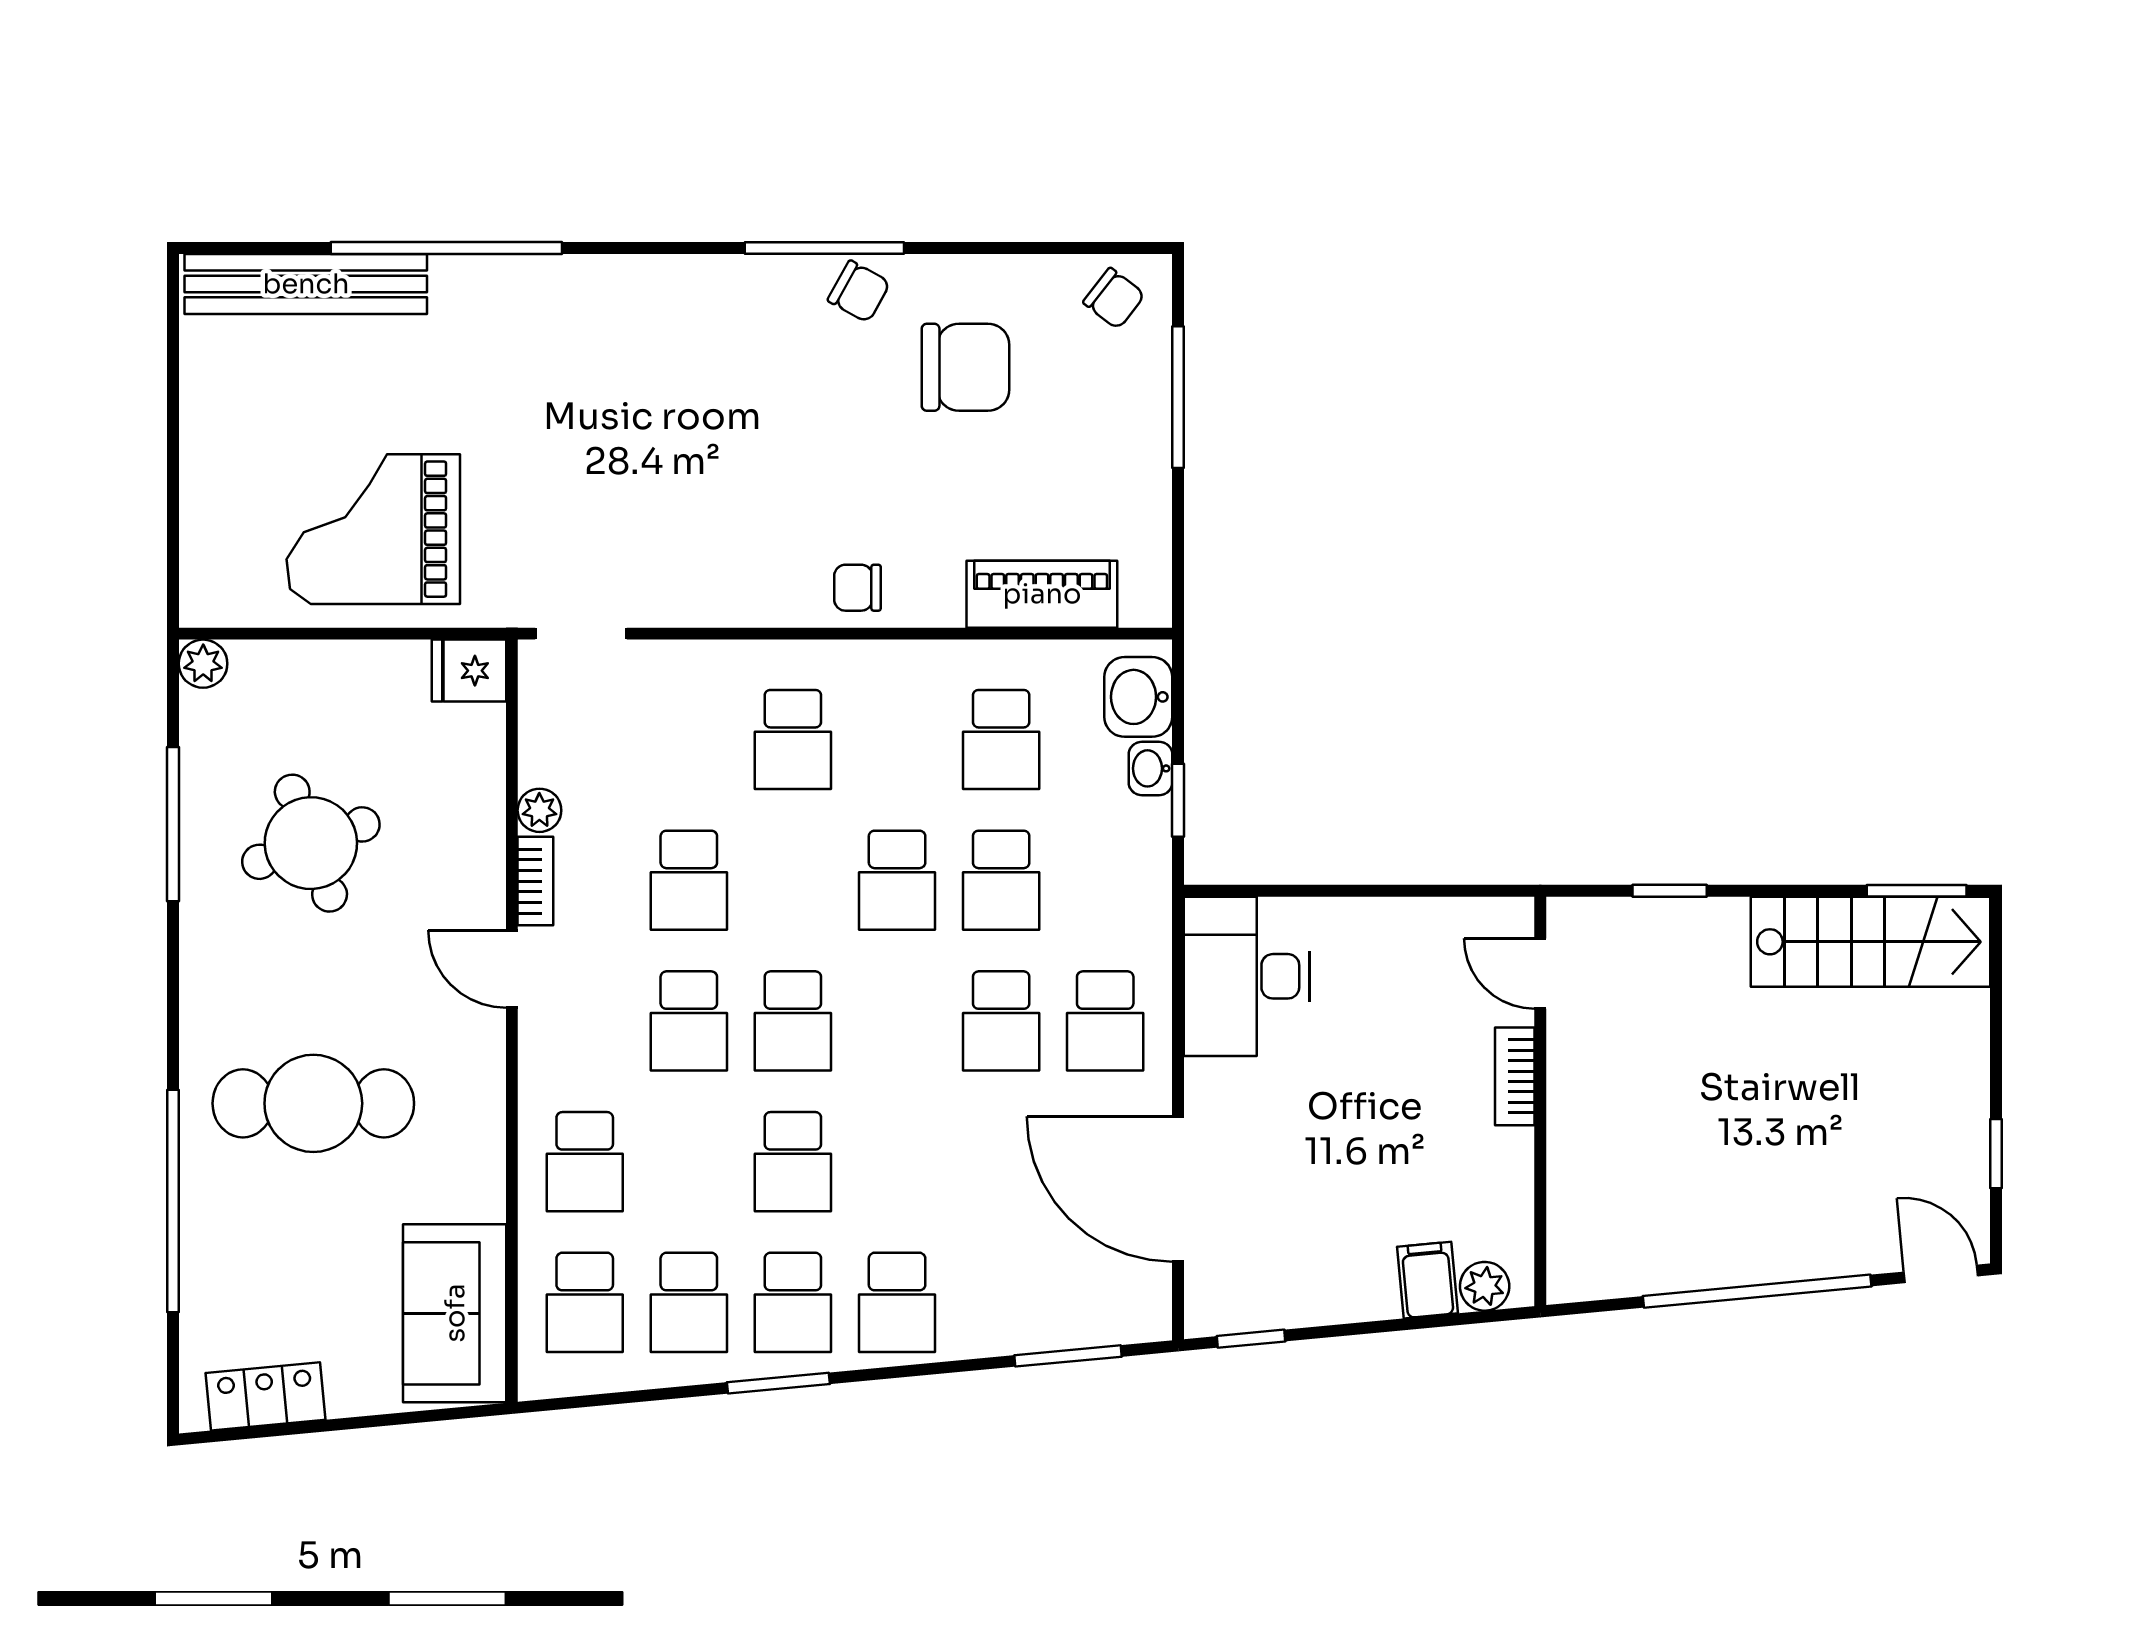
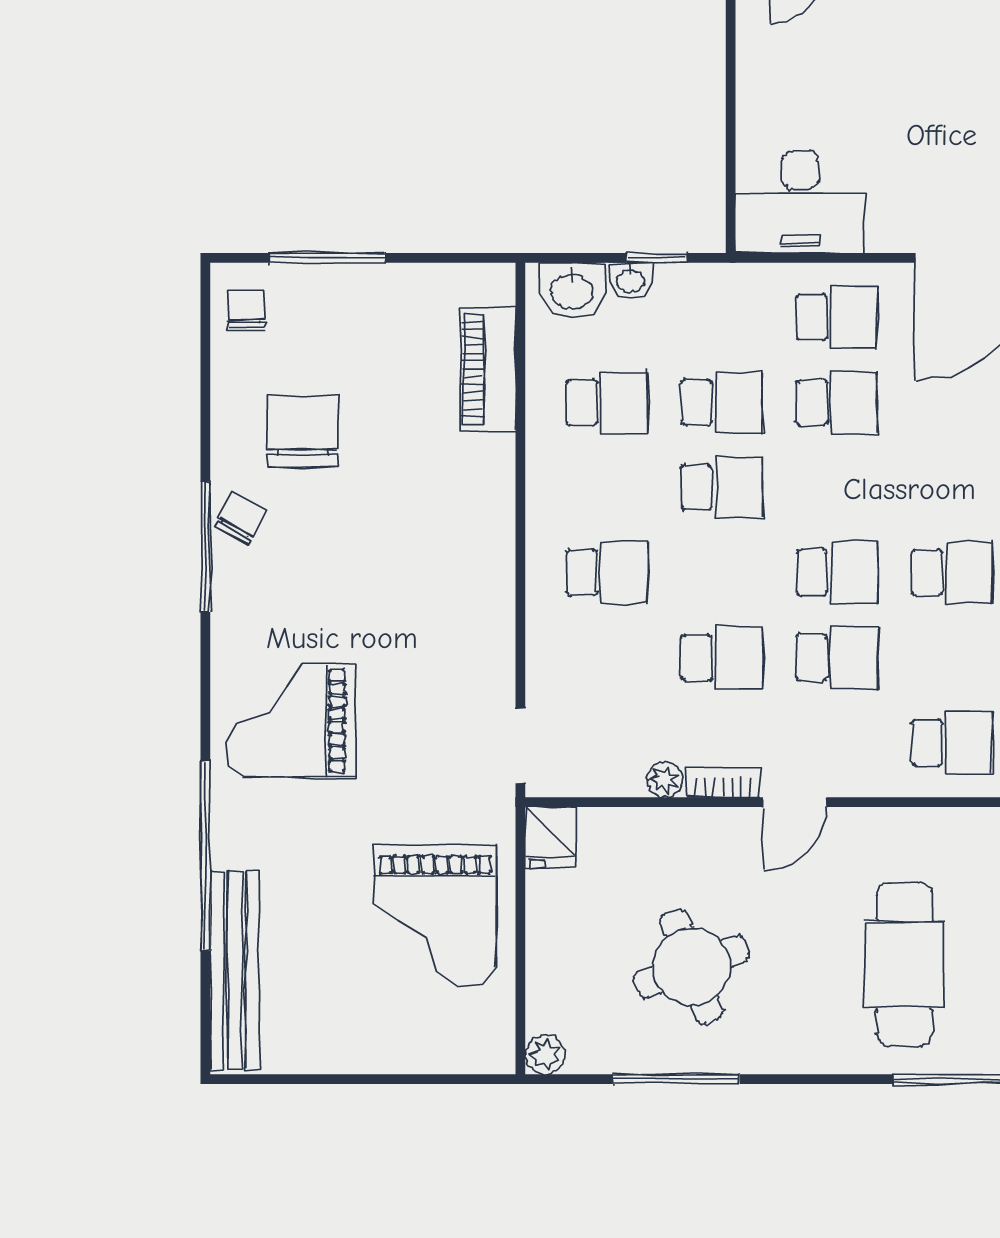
chair: (1114, 298) -> (247, 310), turned -38
grand piano: (612, 352) -> (290, 721), added
chair: (858, 588) -> (483, 520), removed

